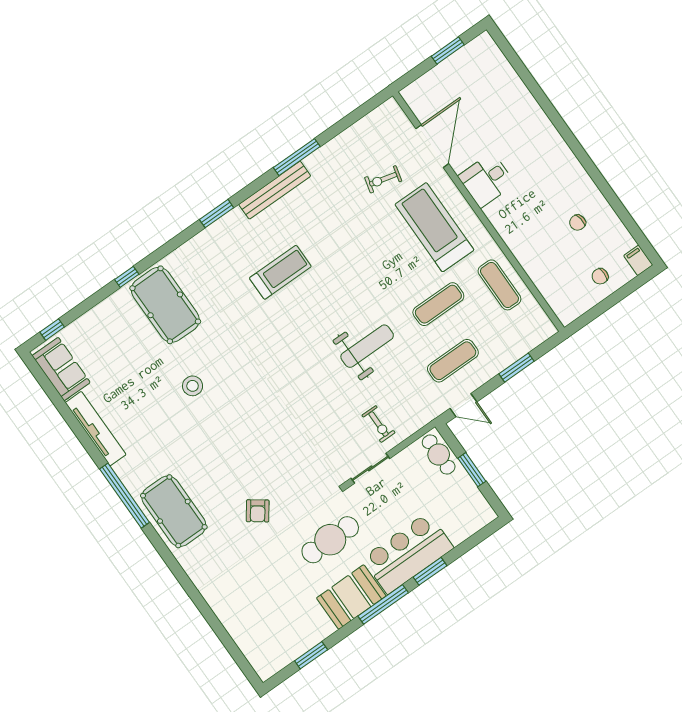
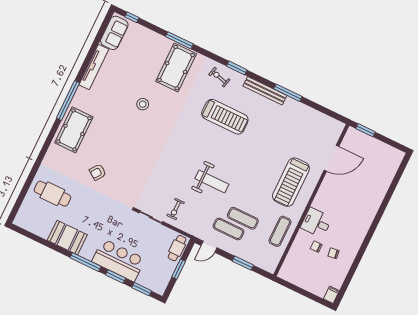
window: (448, 51) -> (365, 130), moved
exercise bike: (383, 179) -> (219, 77), moved
desk: (487, 180) -> (316, 223), moved
treadmill: (434, 227) -> (291, 182), turned 180
treadmill: (280, 272) -> (225, 117), width x1.37, depth x1.38
chair: (600, 276) -> (316, 247), moved
window: (127, 277) -> (179, 40), width x2.17
exercise mat: (438, 304) -> (243, 218), moved
door: (463, 405) -> (209, 247), hinge flipped
cafe table: (330, 540) -> (52, 194), moved
booth: (351, 597) -> (67, 238), moved
window: (311, 655) -> (142, 289), moved

